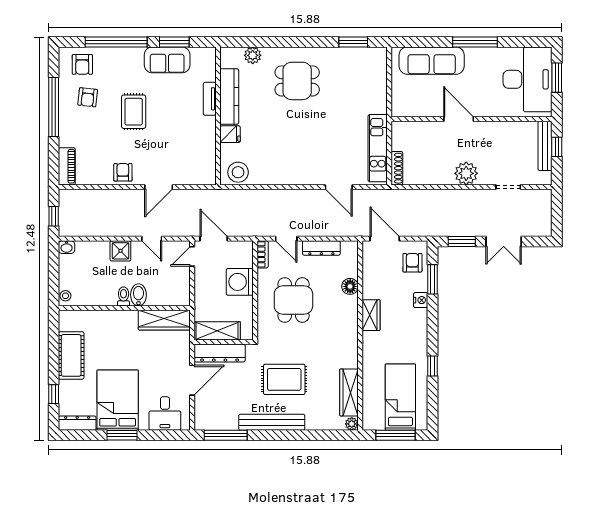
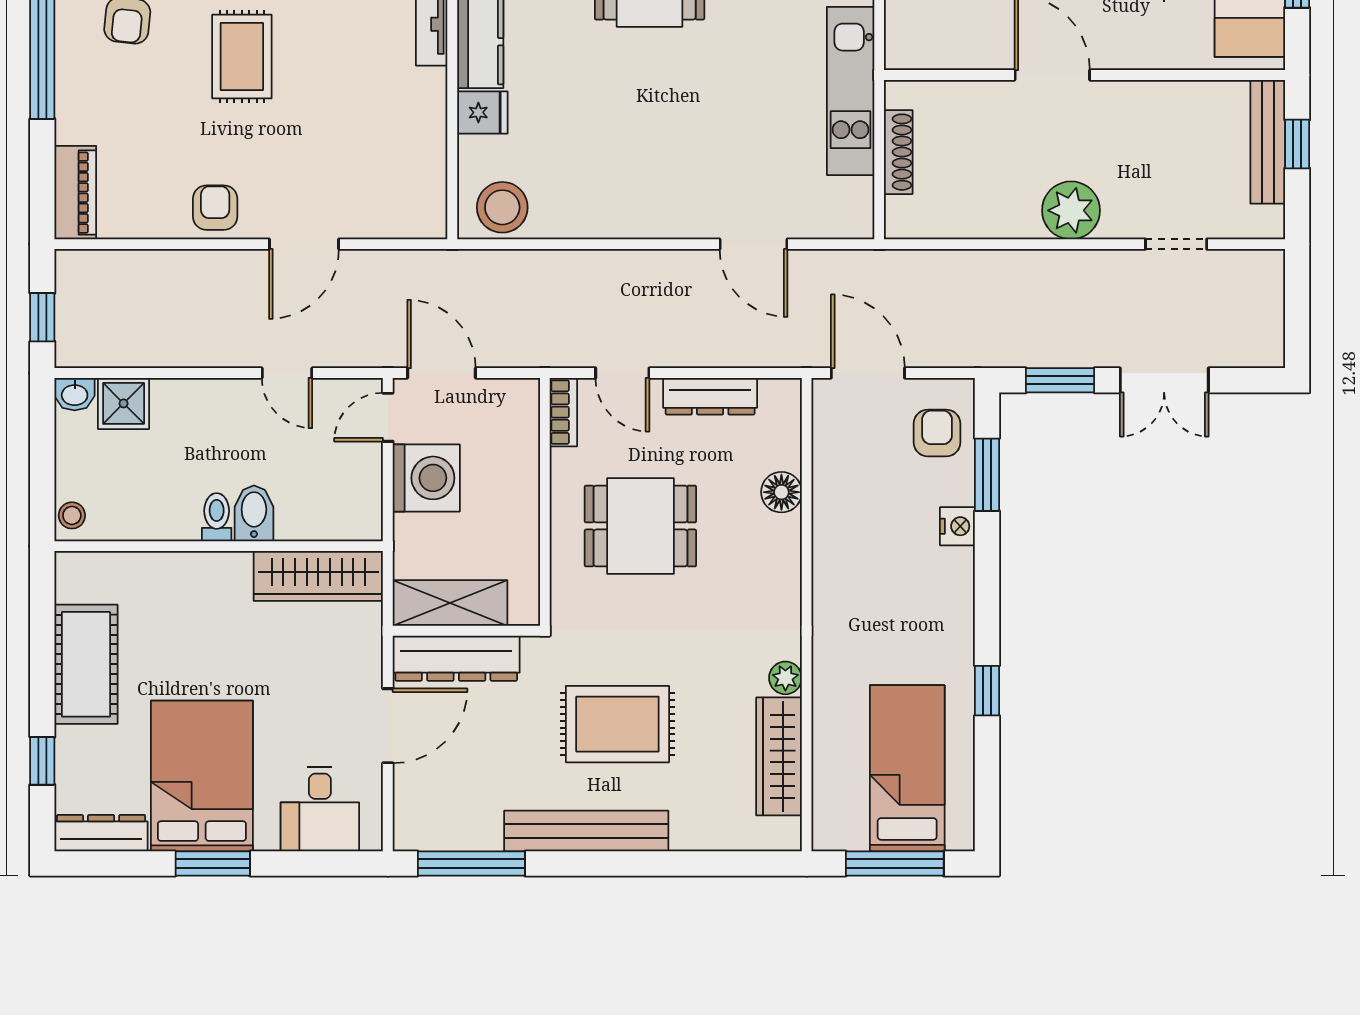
kitchen unit: (378, 148) -> (851, 91), moved
shoe rack: (397, 168) -> (898, 152), moved
shower: (120, 251) -> (124, 403), moved
washing machine: (240, 282) -> (426, 478), moved, turned 180
dining table: (293, 300) -> (640, 526), turned 90
wardrobe: (371, 315) -> (834, 564), removed
plant: (352, 424) -> (785, 678), moved

